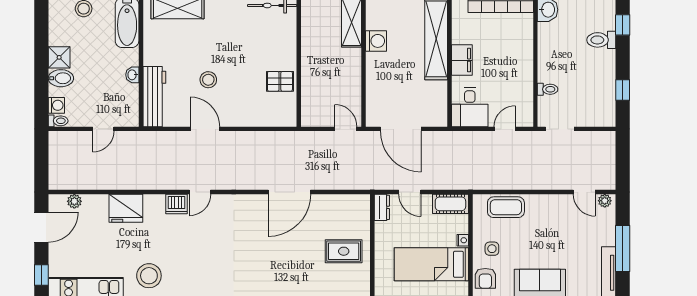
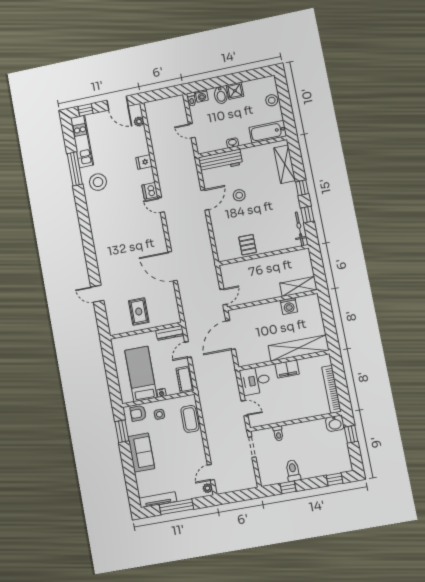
toilet: (601, 40) -> (293, 471), moved
dresser: (382, 207) -> (170, 333), width x1.44
fridge: (126, 208) -> (144, 162), width x0.53, depth x0.75

